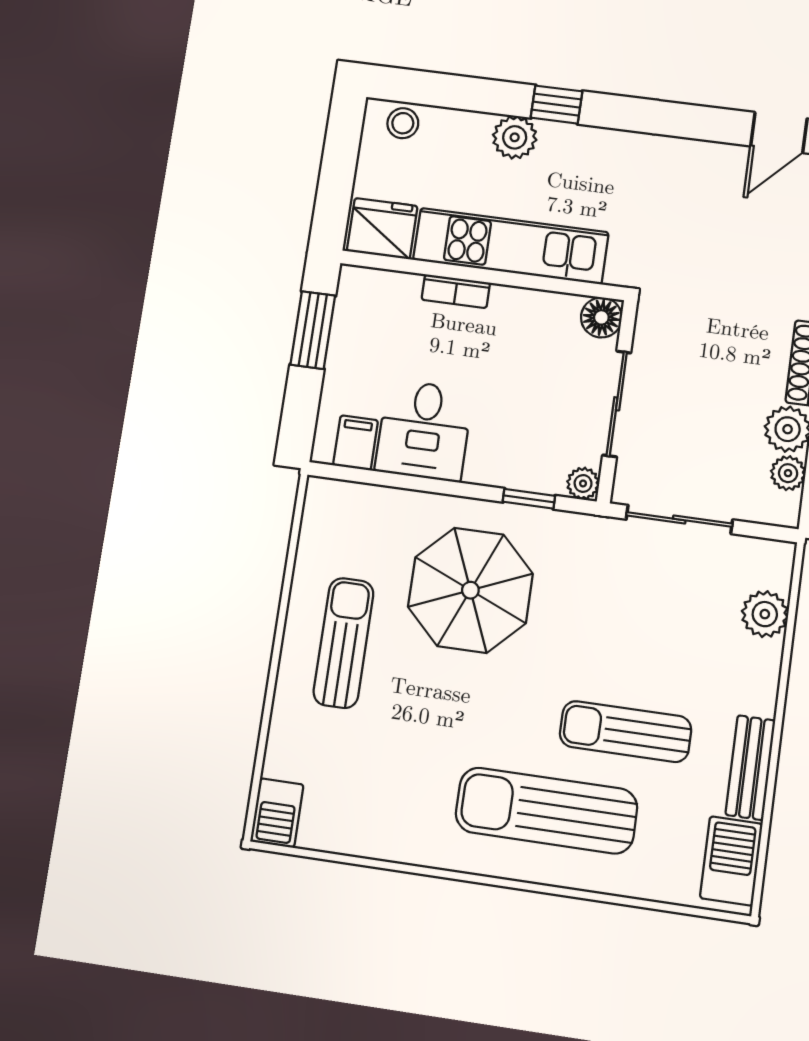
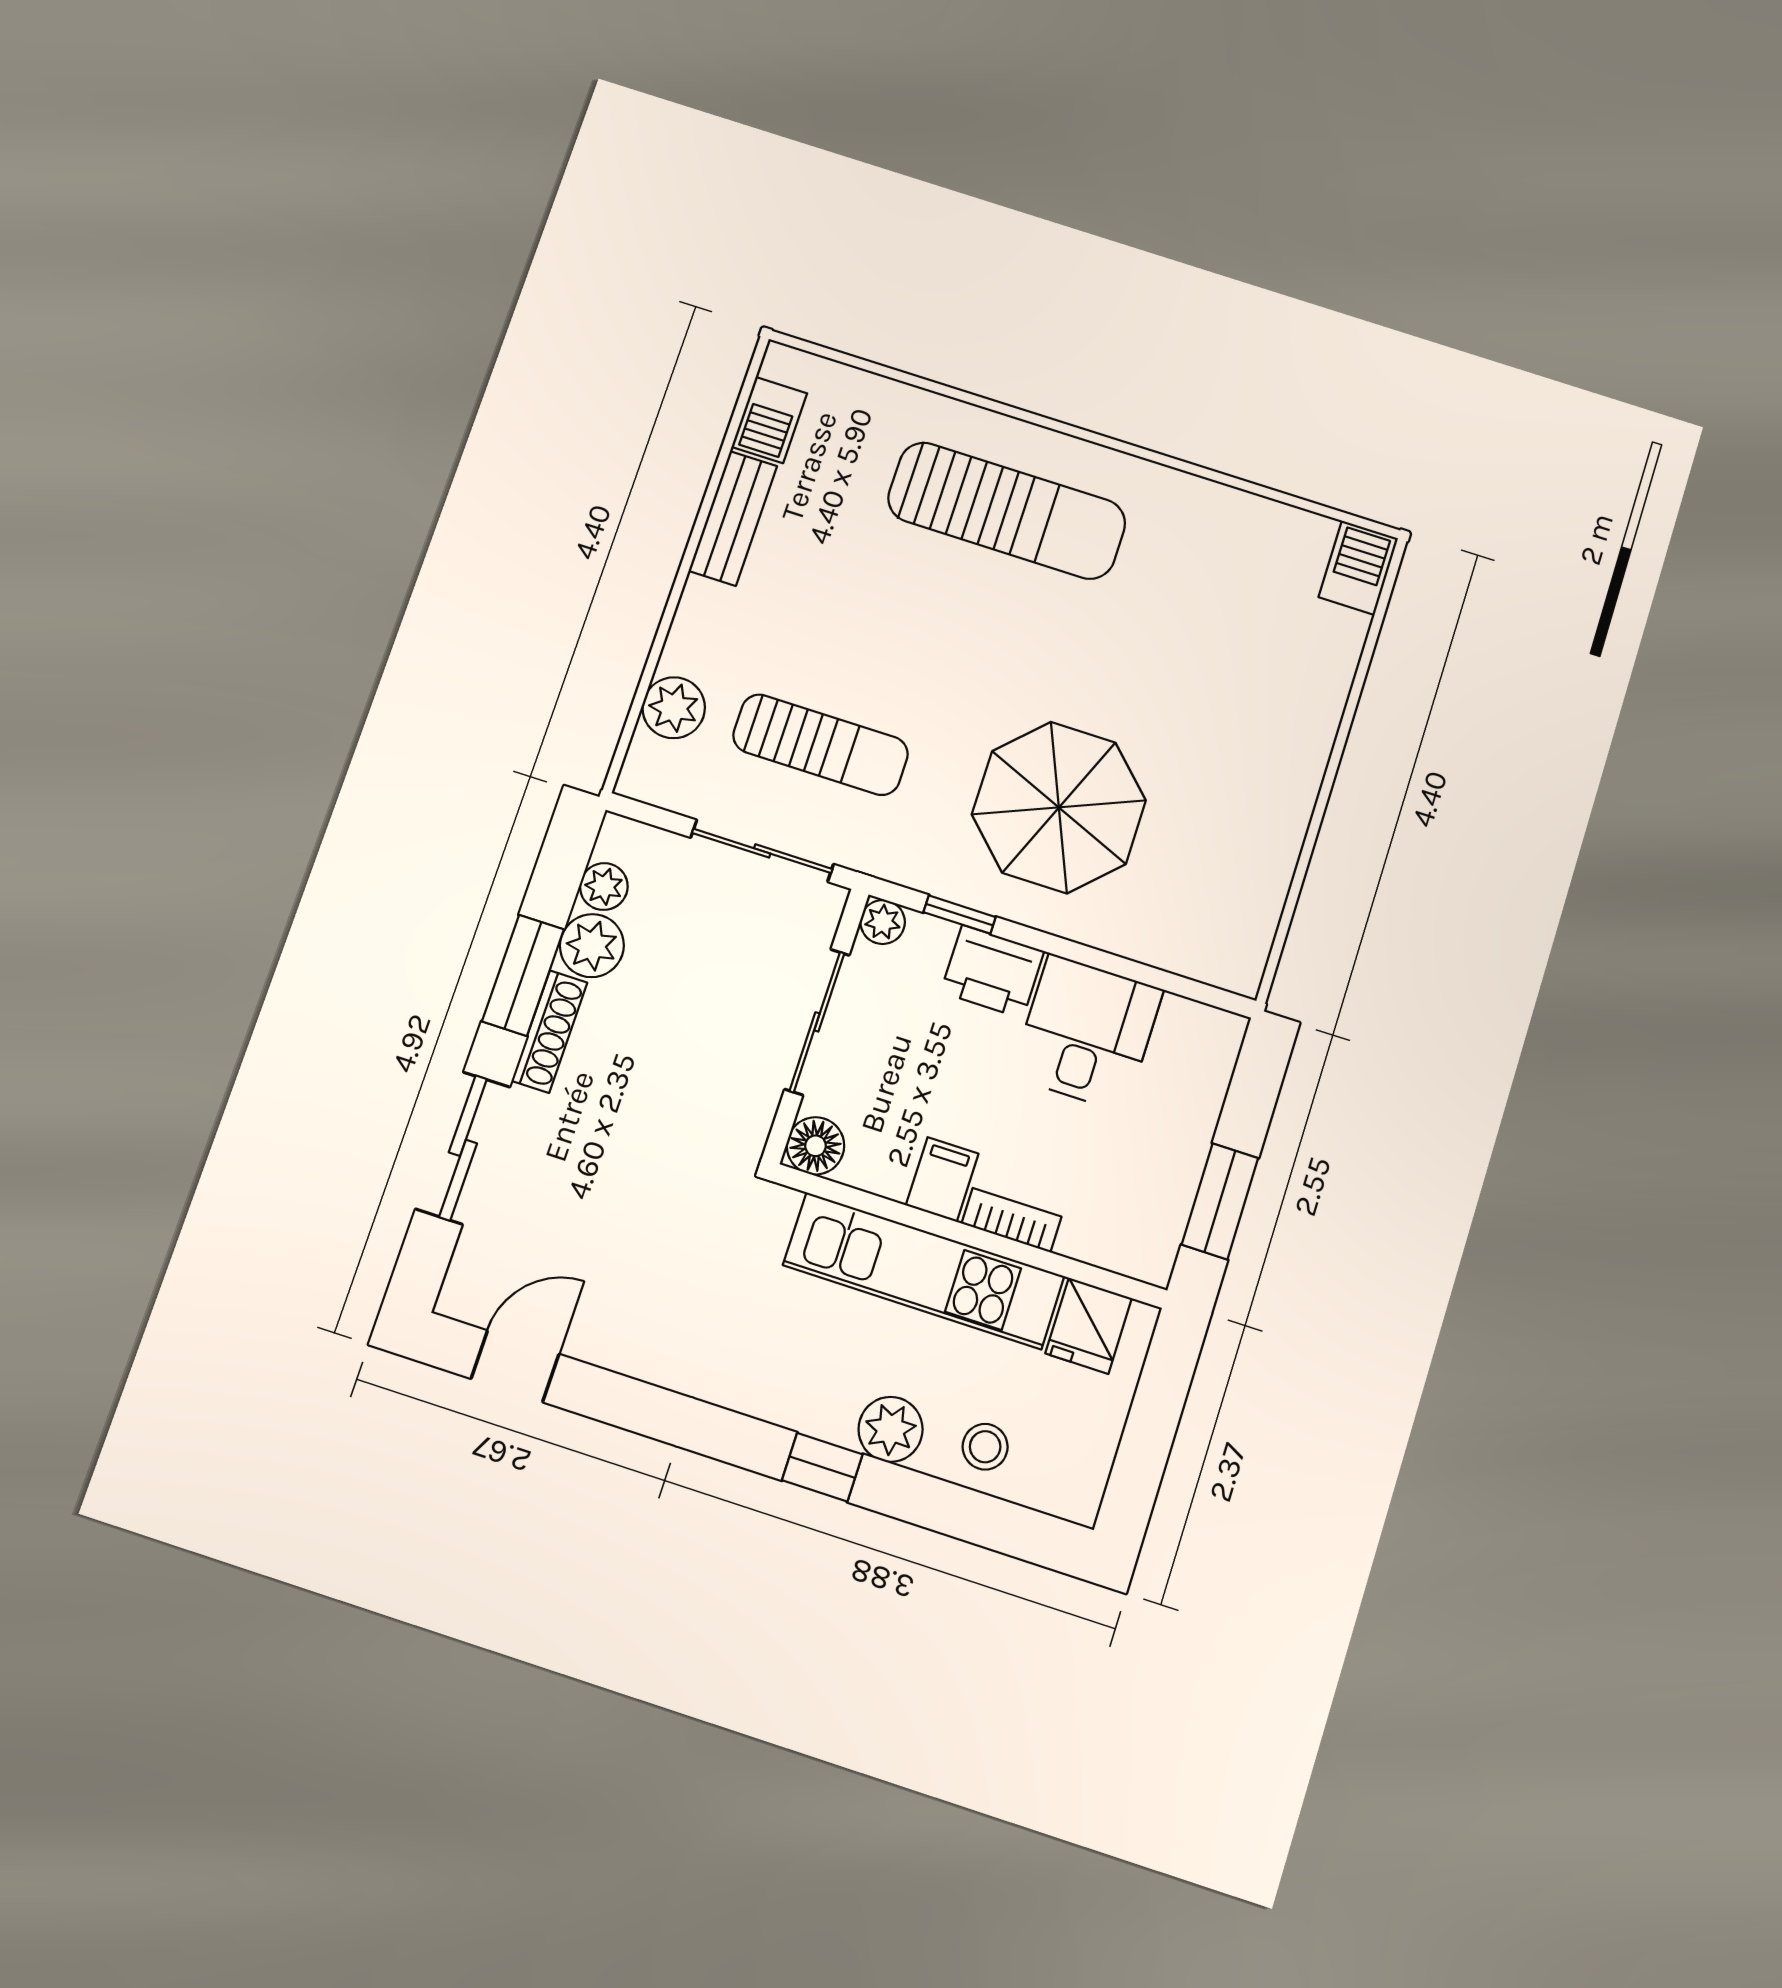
stool: (403, 123) -> (985, 1447), moved
fridge: (382, 229) -> (1089, 1326), width x0.72
filing cabinet: (356, 443) -> (942, 1179), moved, turned 180
printer: (498, 462) -> (992, 972), added
sun lounger: (344, 643) -> (1240, 768), removed
sun lounger: (625, 732) -> (820, 745), moved
barbecue: (731, 861) -> (769, 420), width x0.73, depth x0.79

